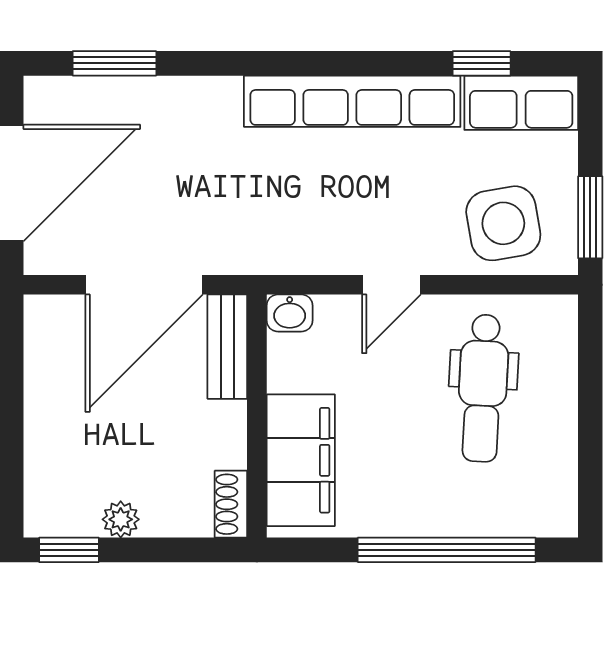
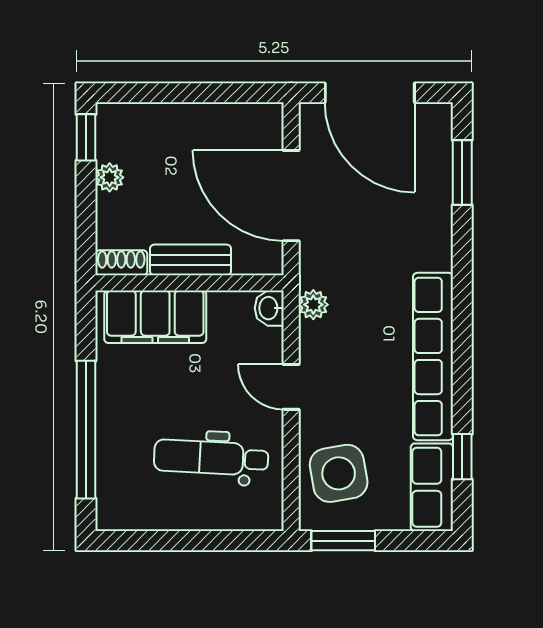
plant: (285, 256) -> (313, 305), added
bench: (227, 347) -> (191, 260), moved

